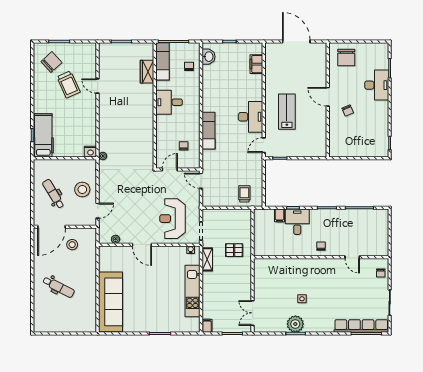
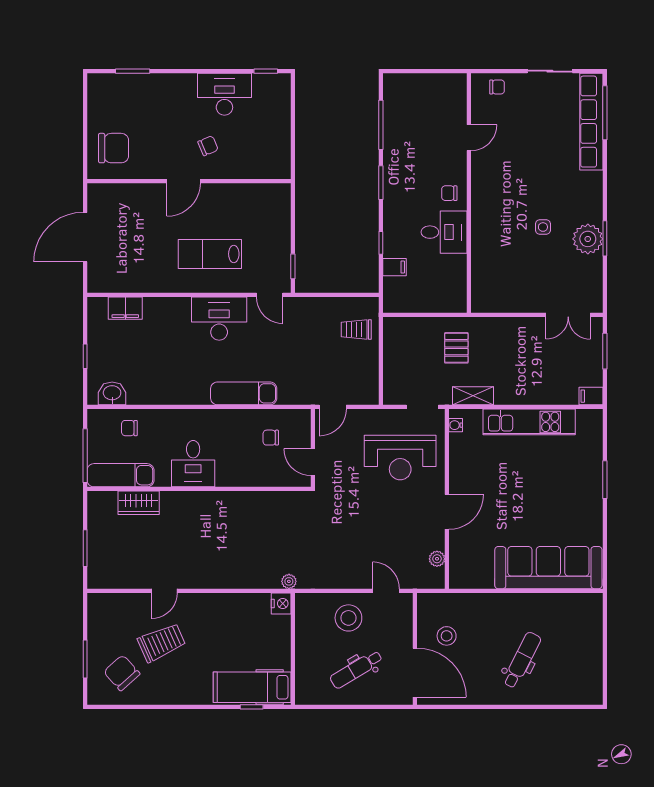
desk: (377, 85) -> (224, 94), moved
desk: (297, 222) -> (444, 232), moved, turned 180

